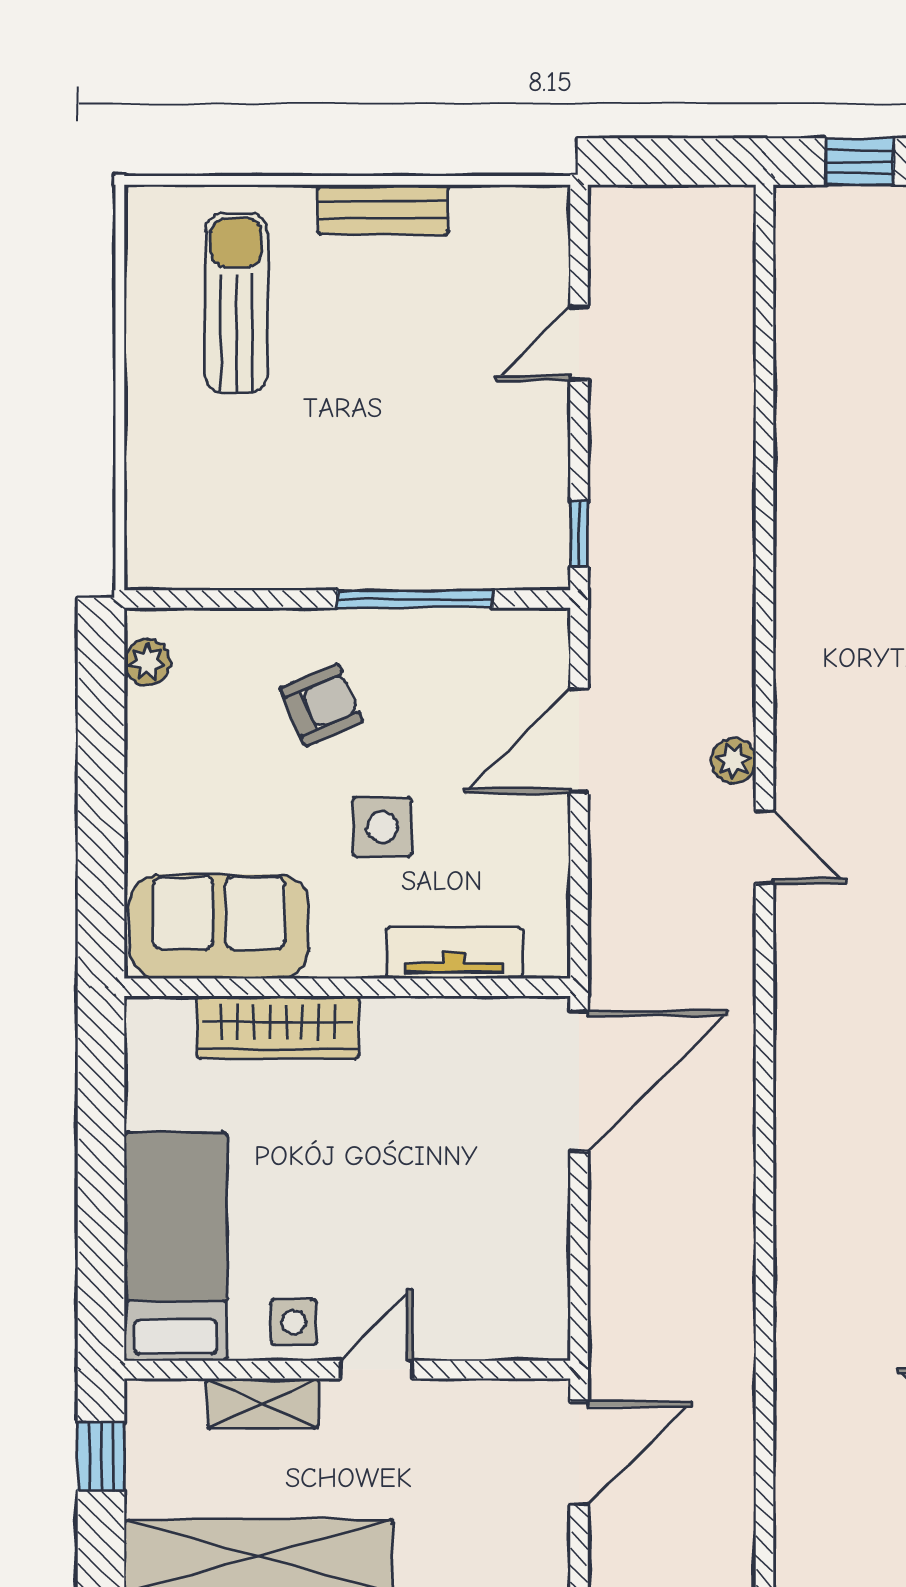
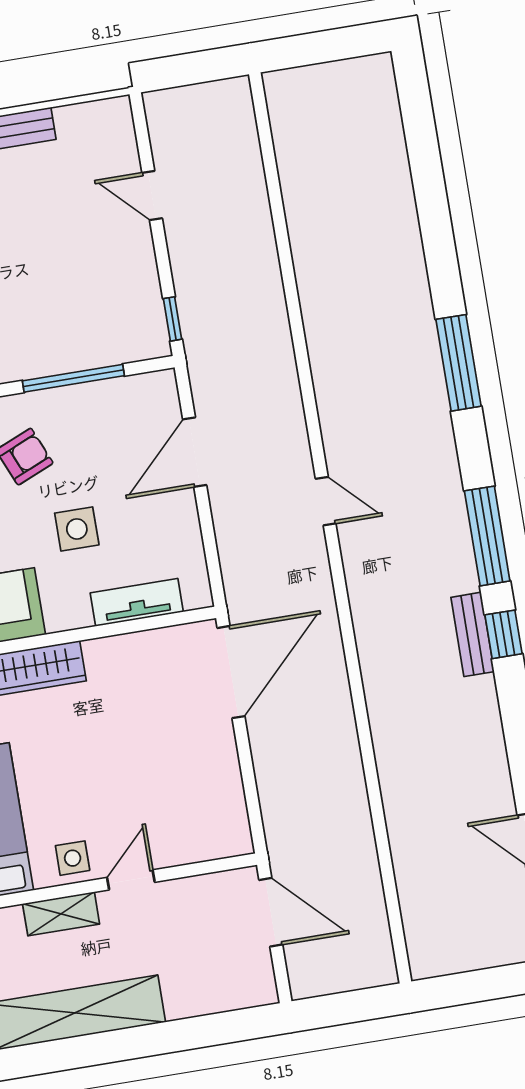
window: (860, 162) -> (314, 48), removed
door: (579, 343) -> (152, 196), hinge flipped
plant: (734, 761) -> (296, 449), removed
door: (579, 1453) -> (271, 912), hinge flipped

